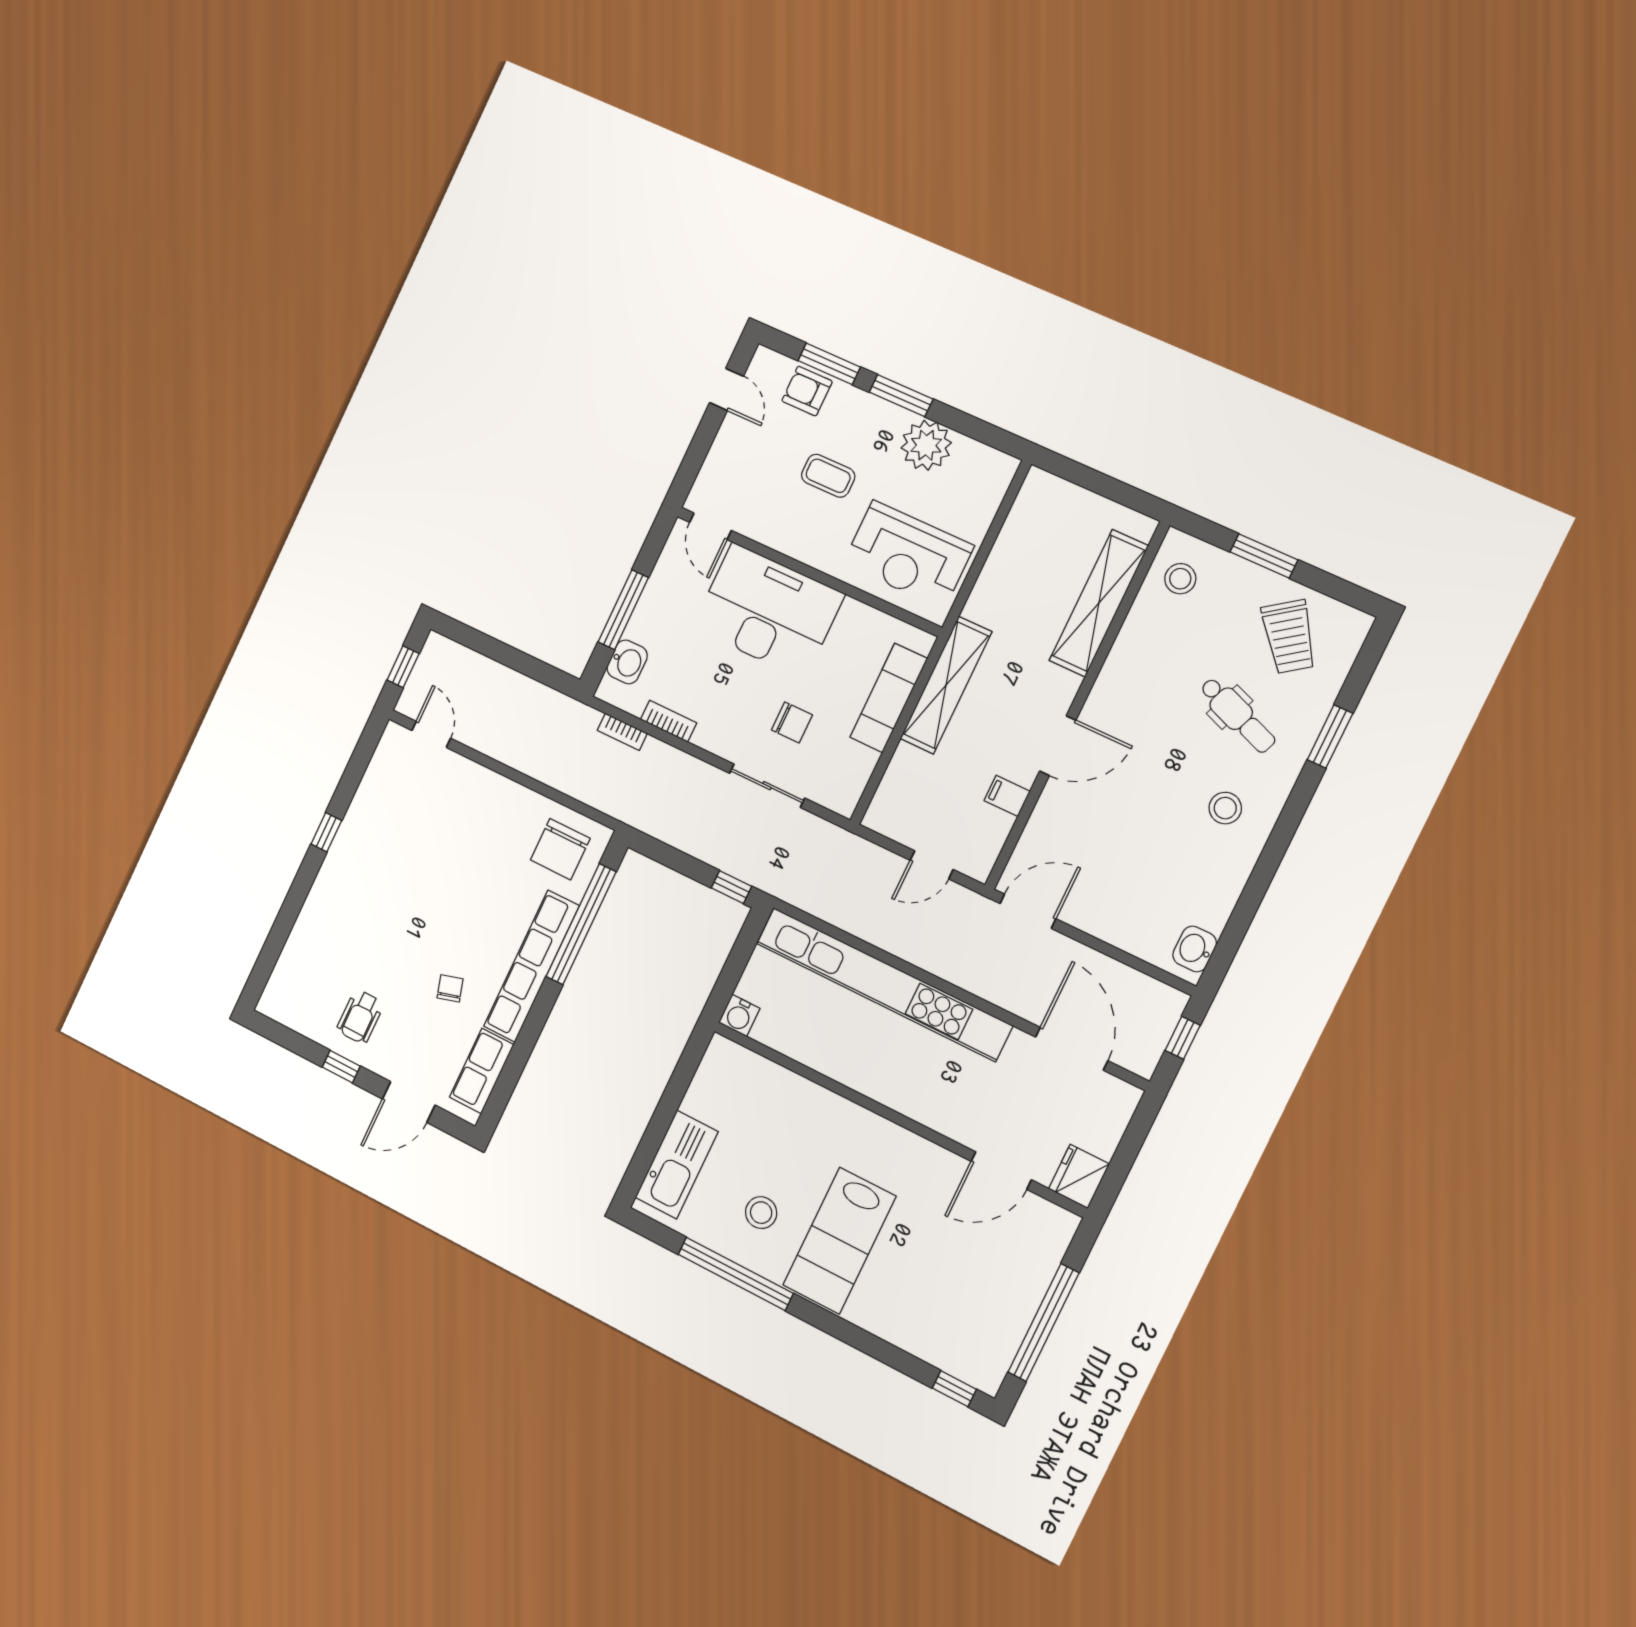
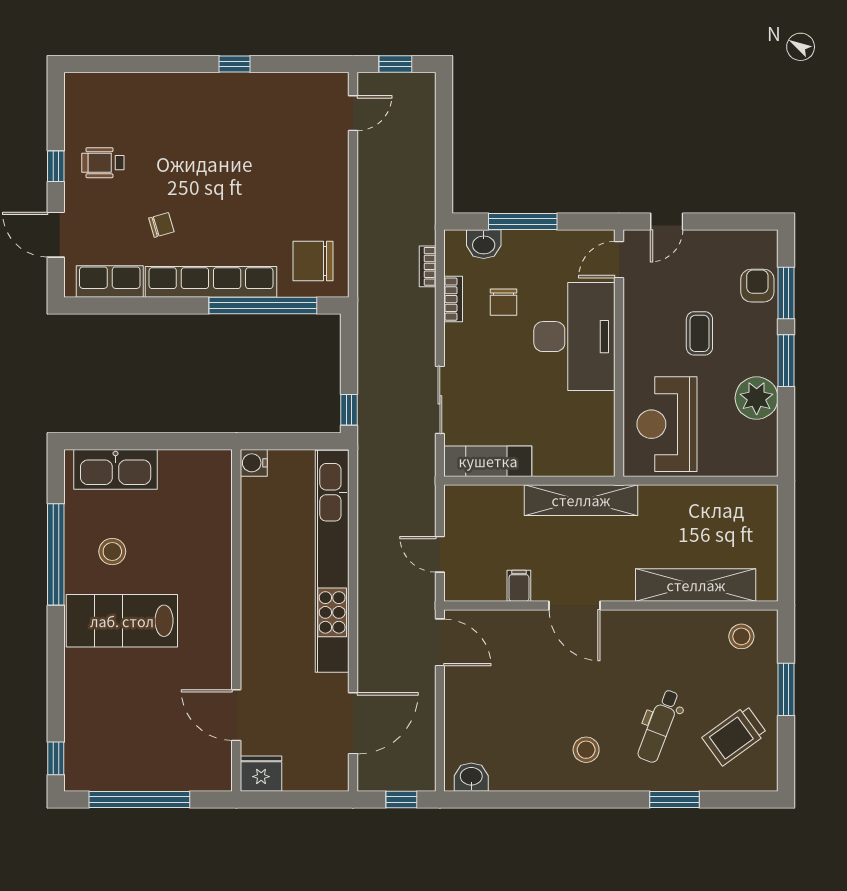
door: (727, 389) -> (667, 221), moved
exam couch: (889, 698) -> (488, 461), moved
chair: (792, 722) -> (503, 302), moved

